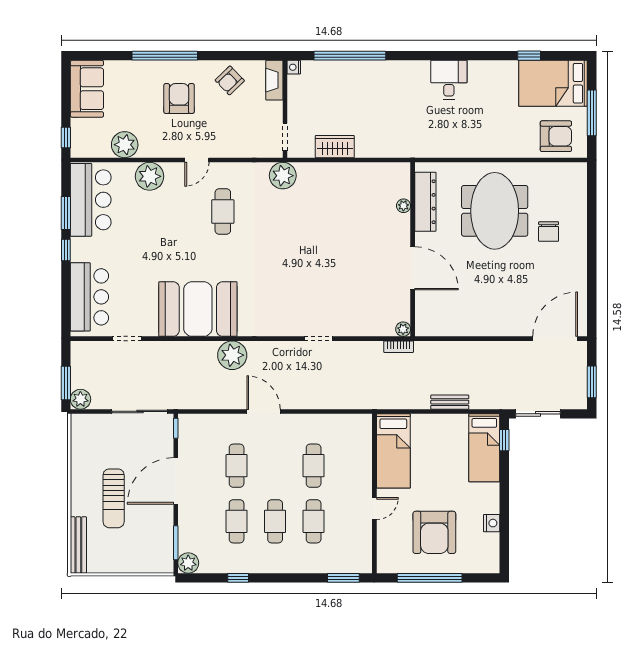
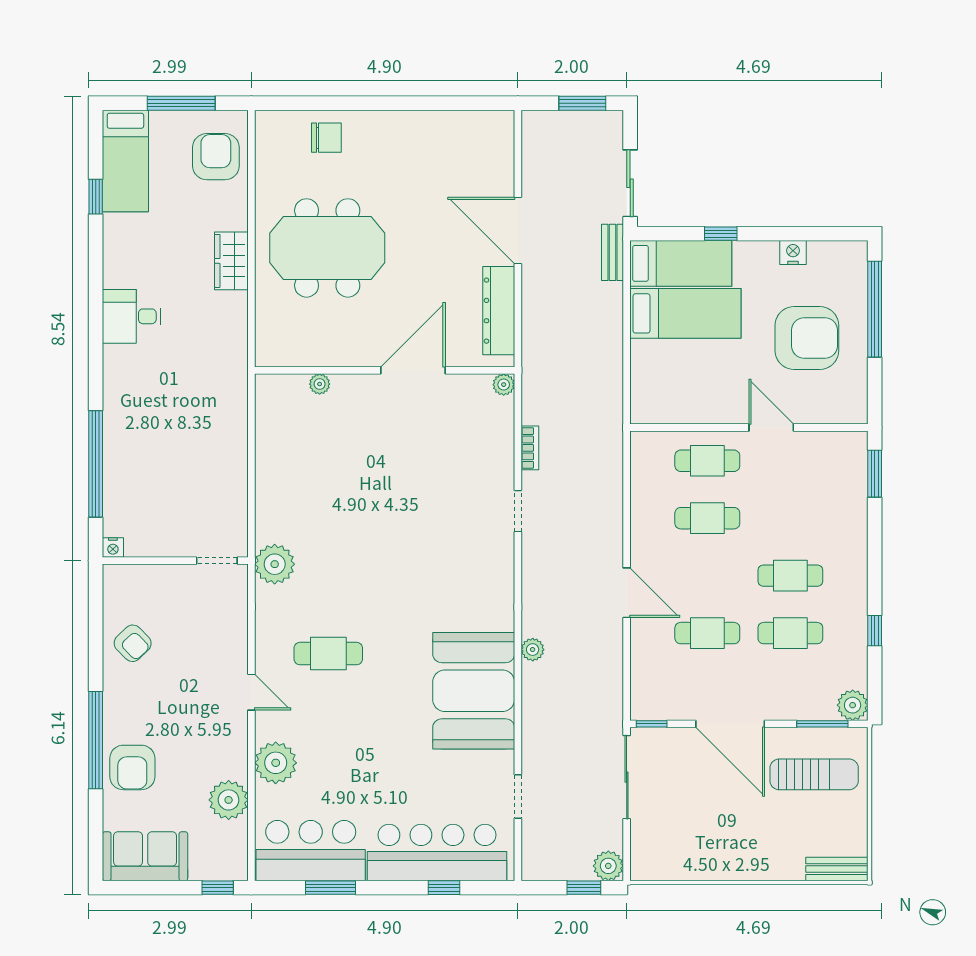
fireplace: (274, 80) -> (132, 577), removed
bed: (553, 83) -> (125, 161), width x0.67
armchair: (179, 98) -> (132, 767), moved, turned -90
wardrobe: (335, 147) -> (231, 261), moved
dresser: (425, 202) -> (499, 311), moved, turned -90
chair: (549, 232) -> (326, 138), moved
window: (66, 250) -> (444, 888), moved
bar counter: (89, 297) -> (437, 853), width x1.36
door: (555, 339) -> (518, 231), moved
bookcase: (399, 347) -> (530, 448), moved
plant: (232, 355) -> (533, 650), width x0.53, depth x0.53
window: (66, 383) -> (584, 888), width x0.67
bench: (450, 402) -> (613, 252), moved
door: (264, 411) -> (627, 593), swing flipped
window: (504, 440) -> (721, 234), moved
bed: (393, 451) -> (685, 313), moved
sun lounger: (114, 498) -> (814, 774), moved
door: (374, 509) -> (771, 427), width x1.38
cafe table: (314, 521) -> (707, 461), moved
bench: (78, 545) -> (837, 869), width x0.73
window: (430, 578) -> (875, 309), moved

